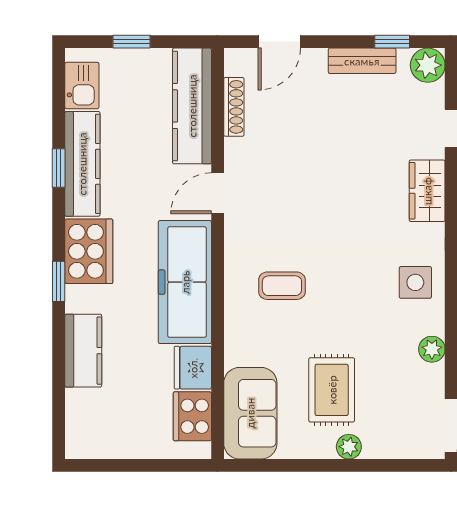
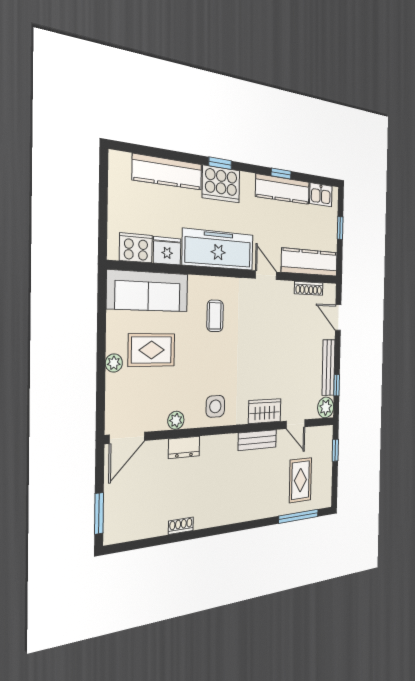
bench: (362, 61) -> (329, 368), width x1.36
cooker: (89, 251) -> (221, 184), moved
kitchen counter: (83, 351) -> (168, 172), width x1.50
sofa: (250, 413) -> (148, 291), width x1.36

